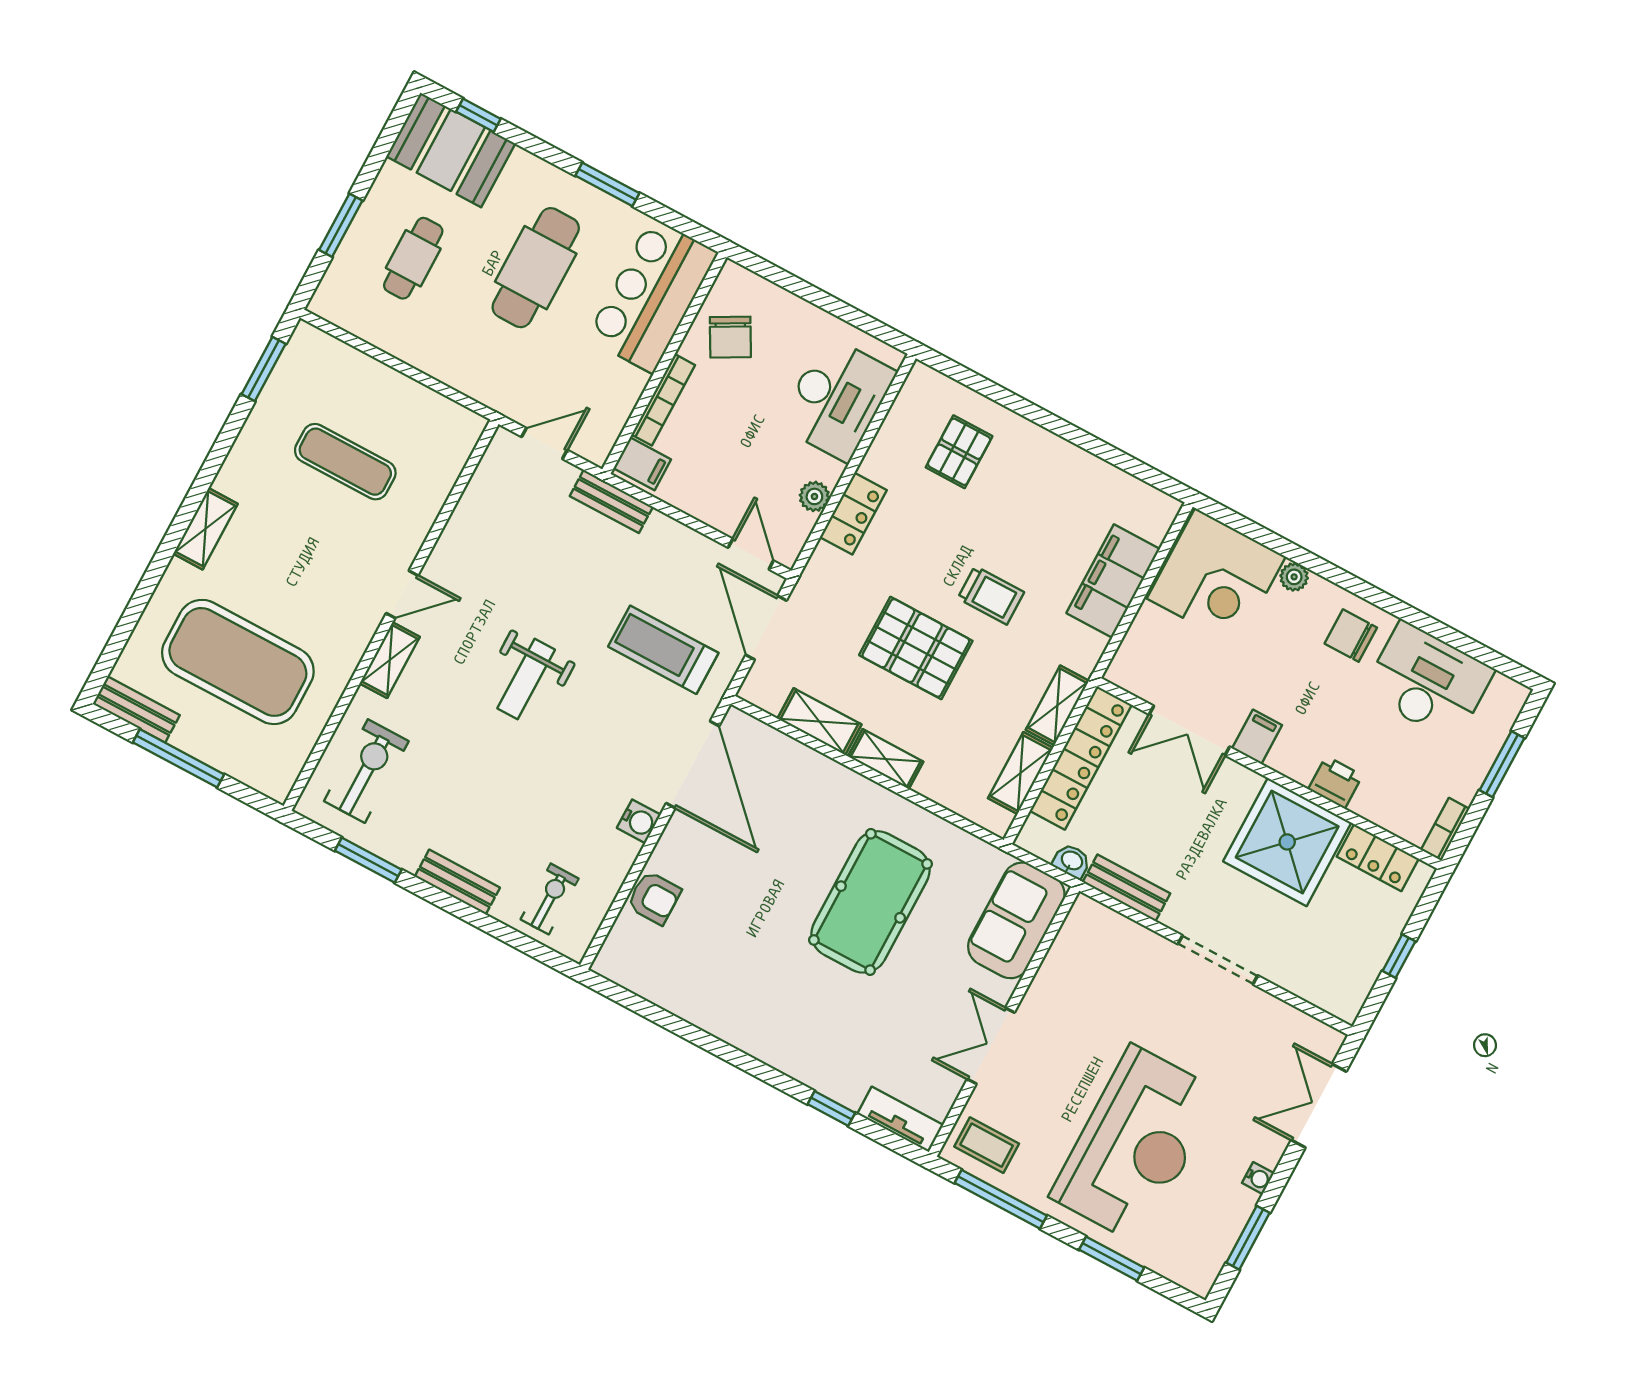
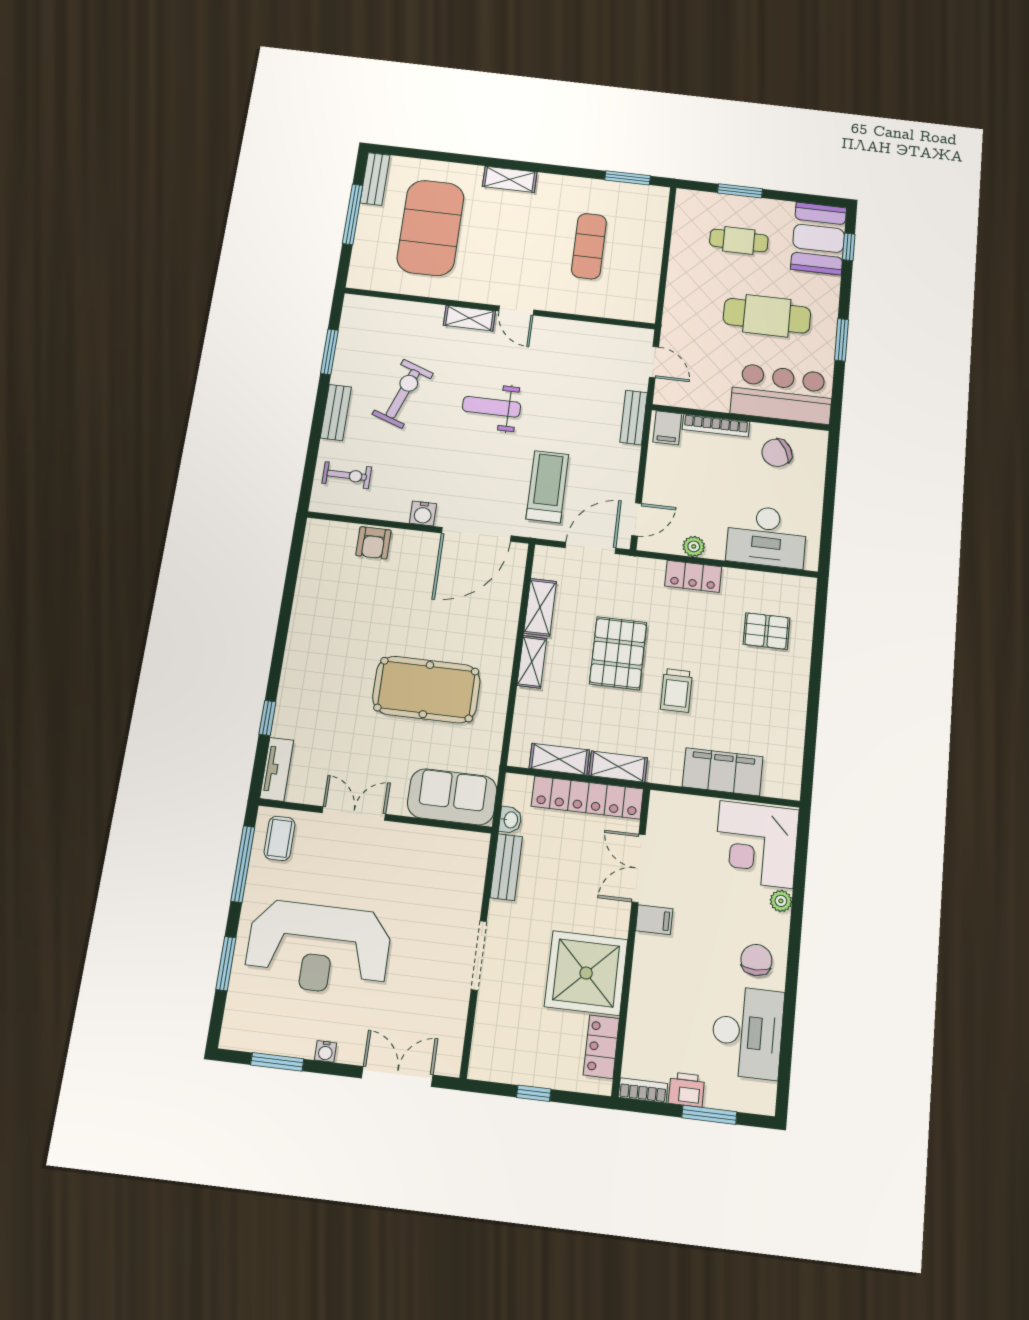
exercise bike: (366, 771) -> (403, 394), moved, turned -70
printer: (1335, 782) -> (687, 1090), moved, turned -90

